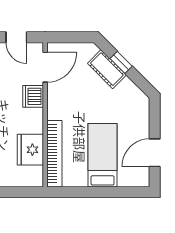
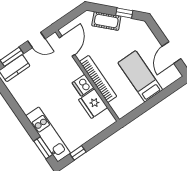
window: (121, 62) -> (124, 13), moved
dishwasher: (33, 96) -> (83, 85), moved
bookcase: (54, 154) -> (98, 79), moved

